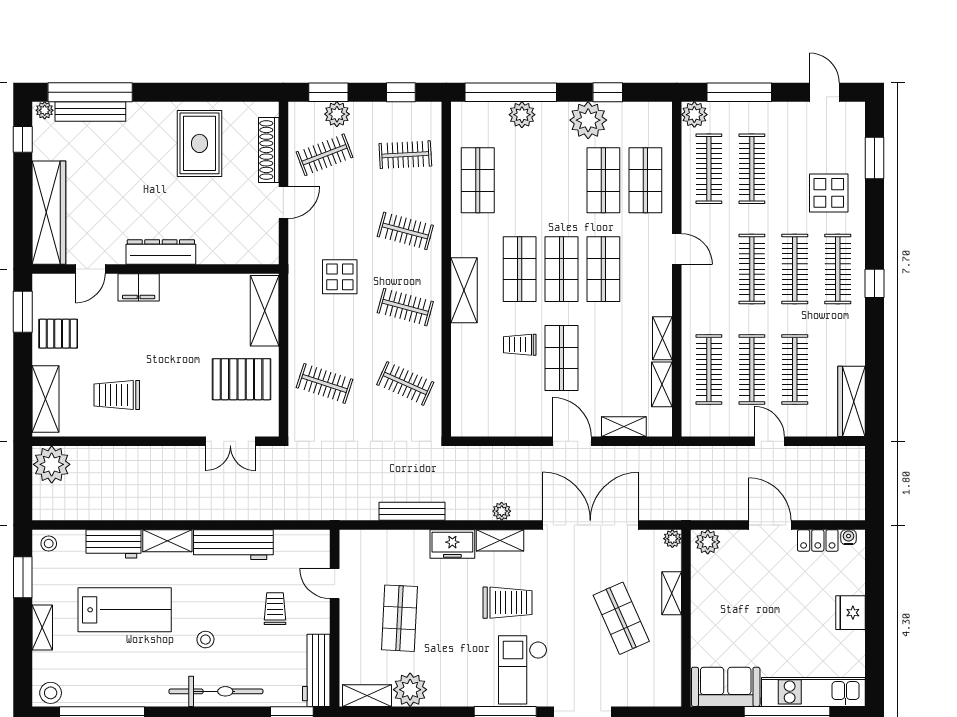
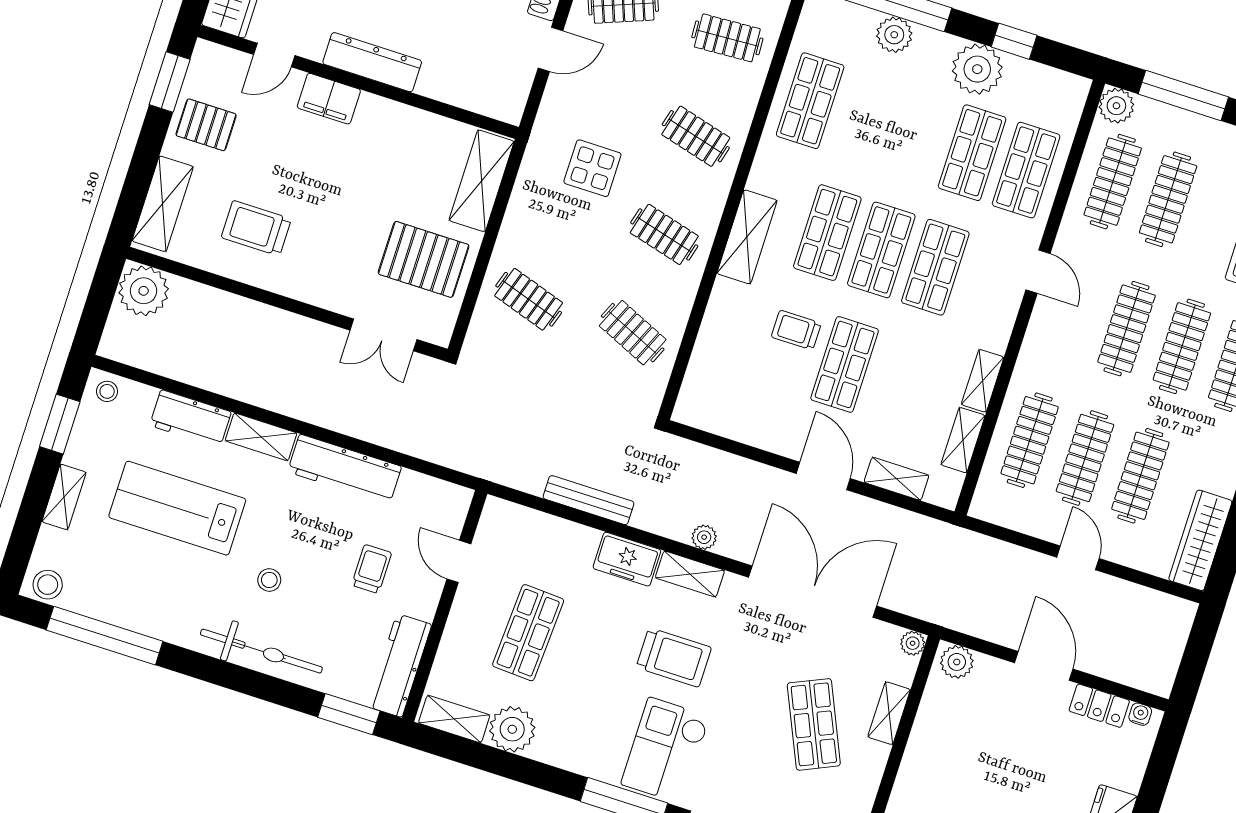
lab bench: (125, 610) -> (177, 508), turned 180

